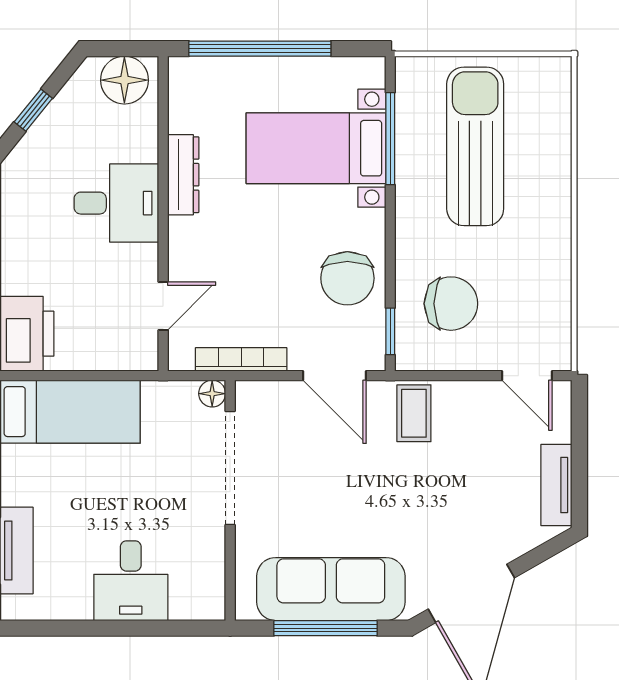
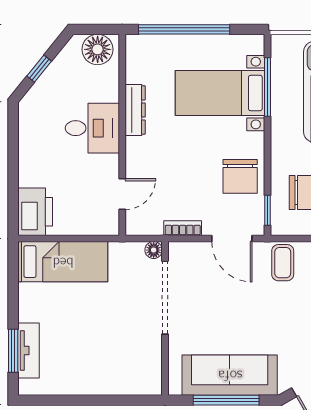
bookcase: (241, 359) -> (183, 228), width x0.64
desk: (131, 581) -> (102, 370), removed

